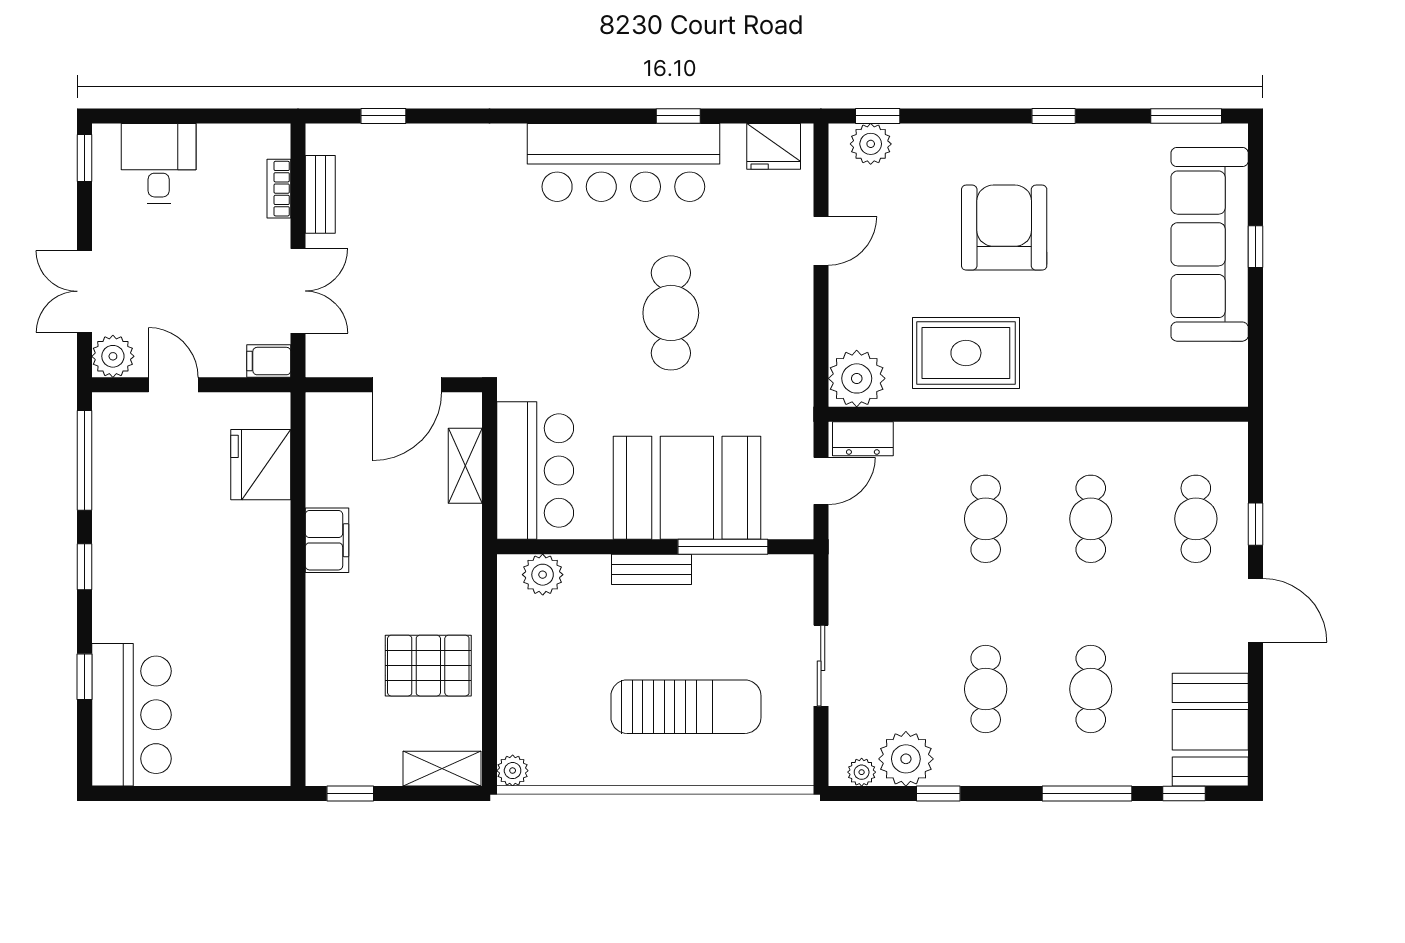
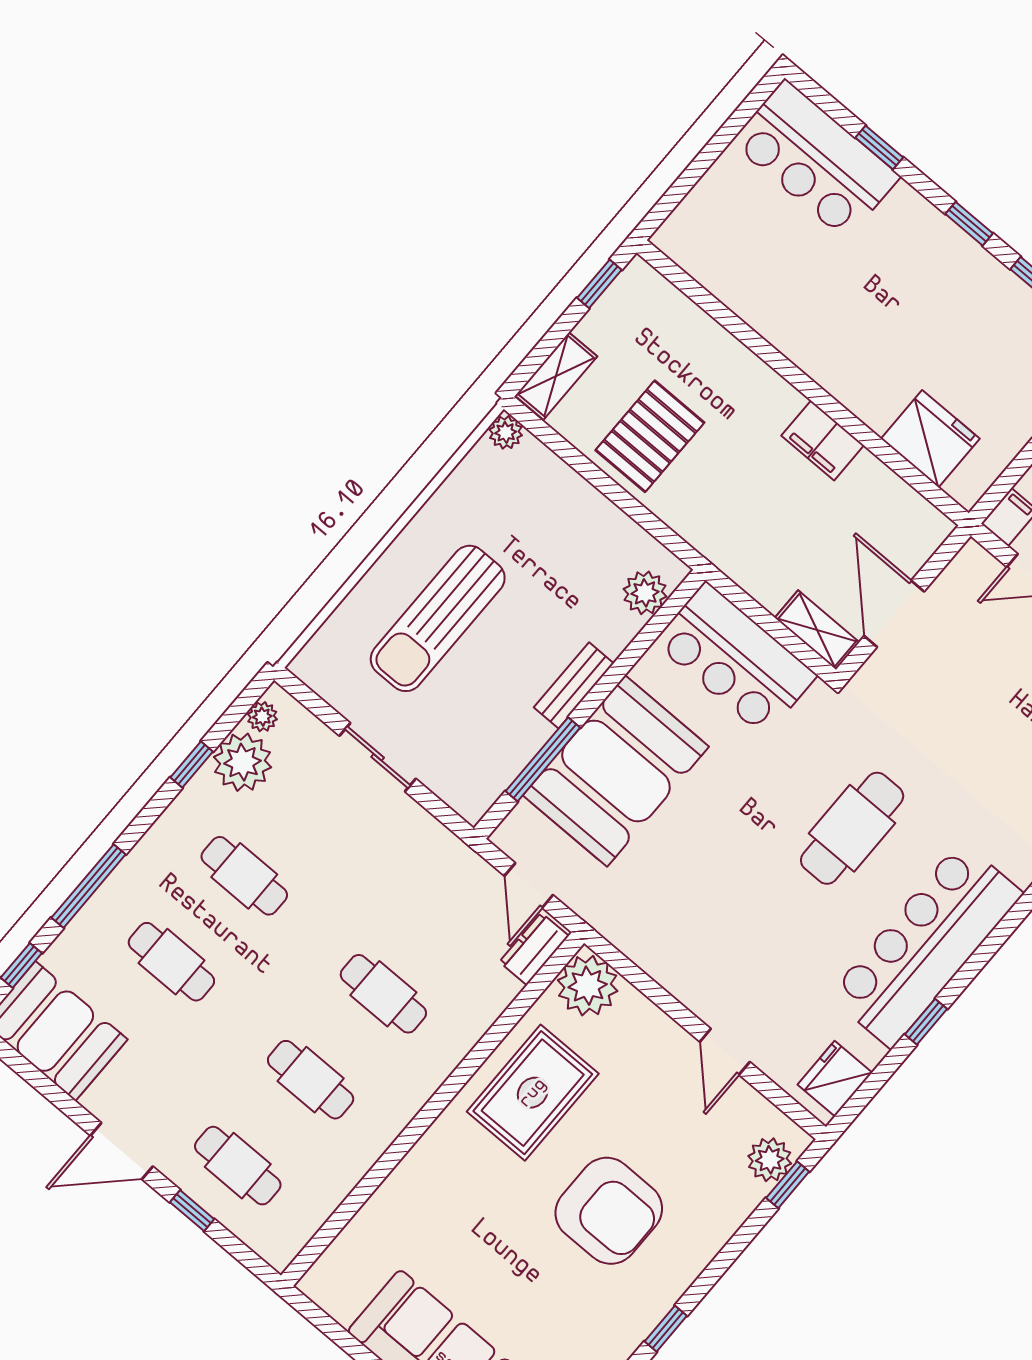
cafe table: (671, 313) -> (852, 828), moved, turned 90
shelving: (465, 466) -> (817, 630), moved

